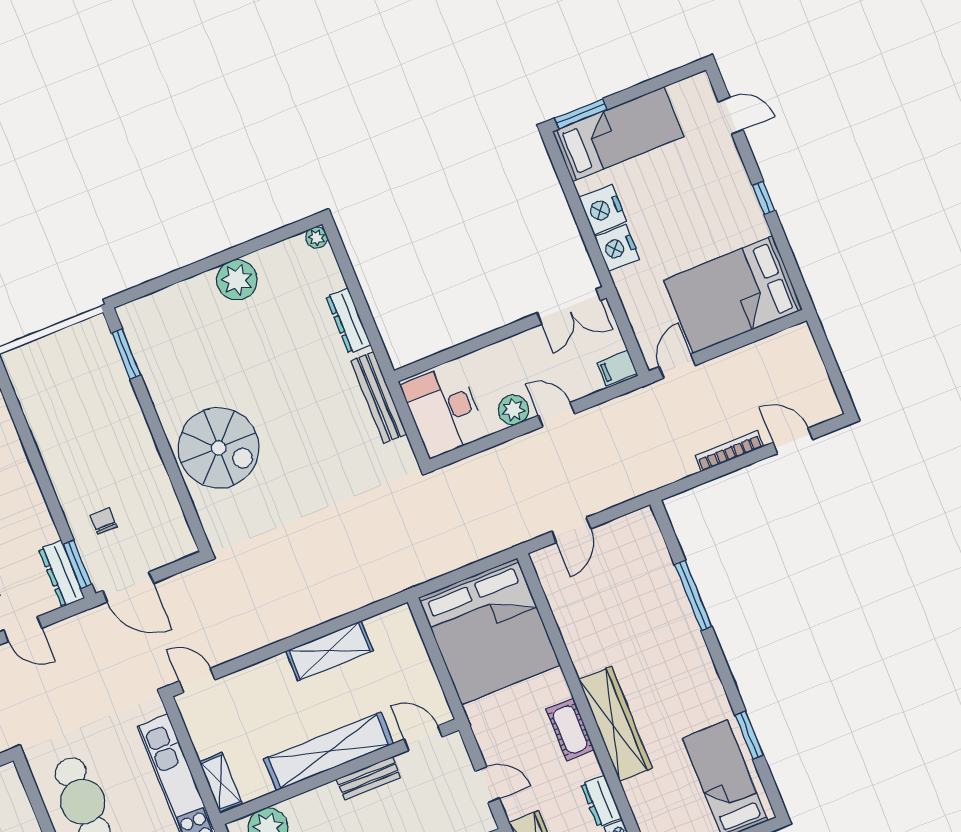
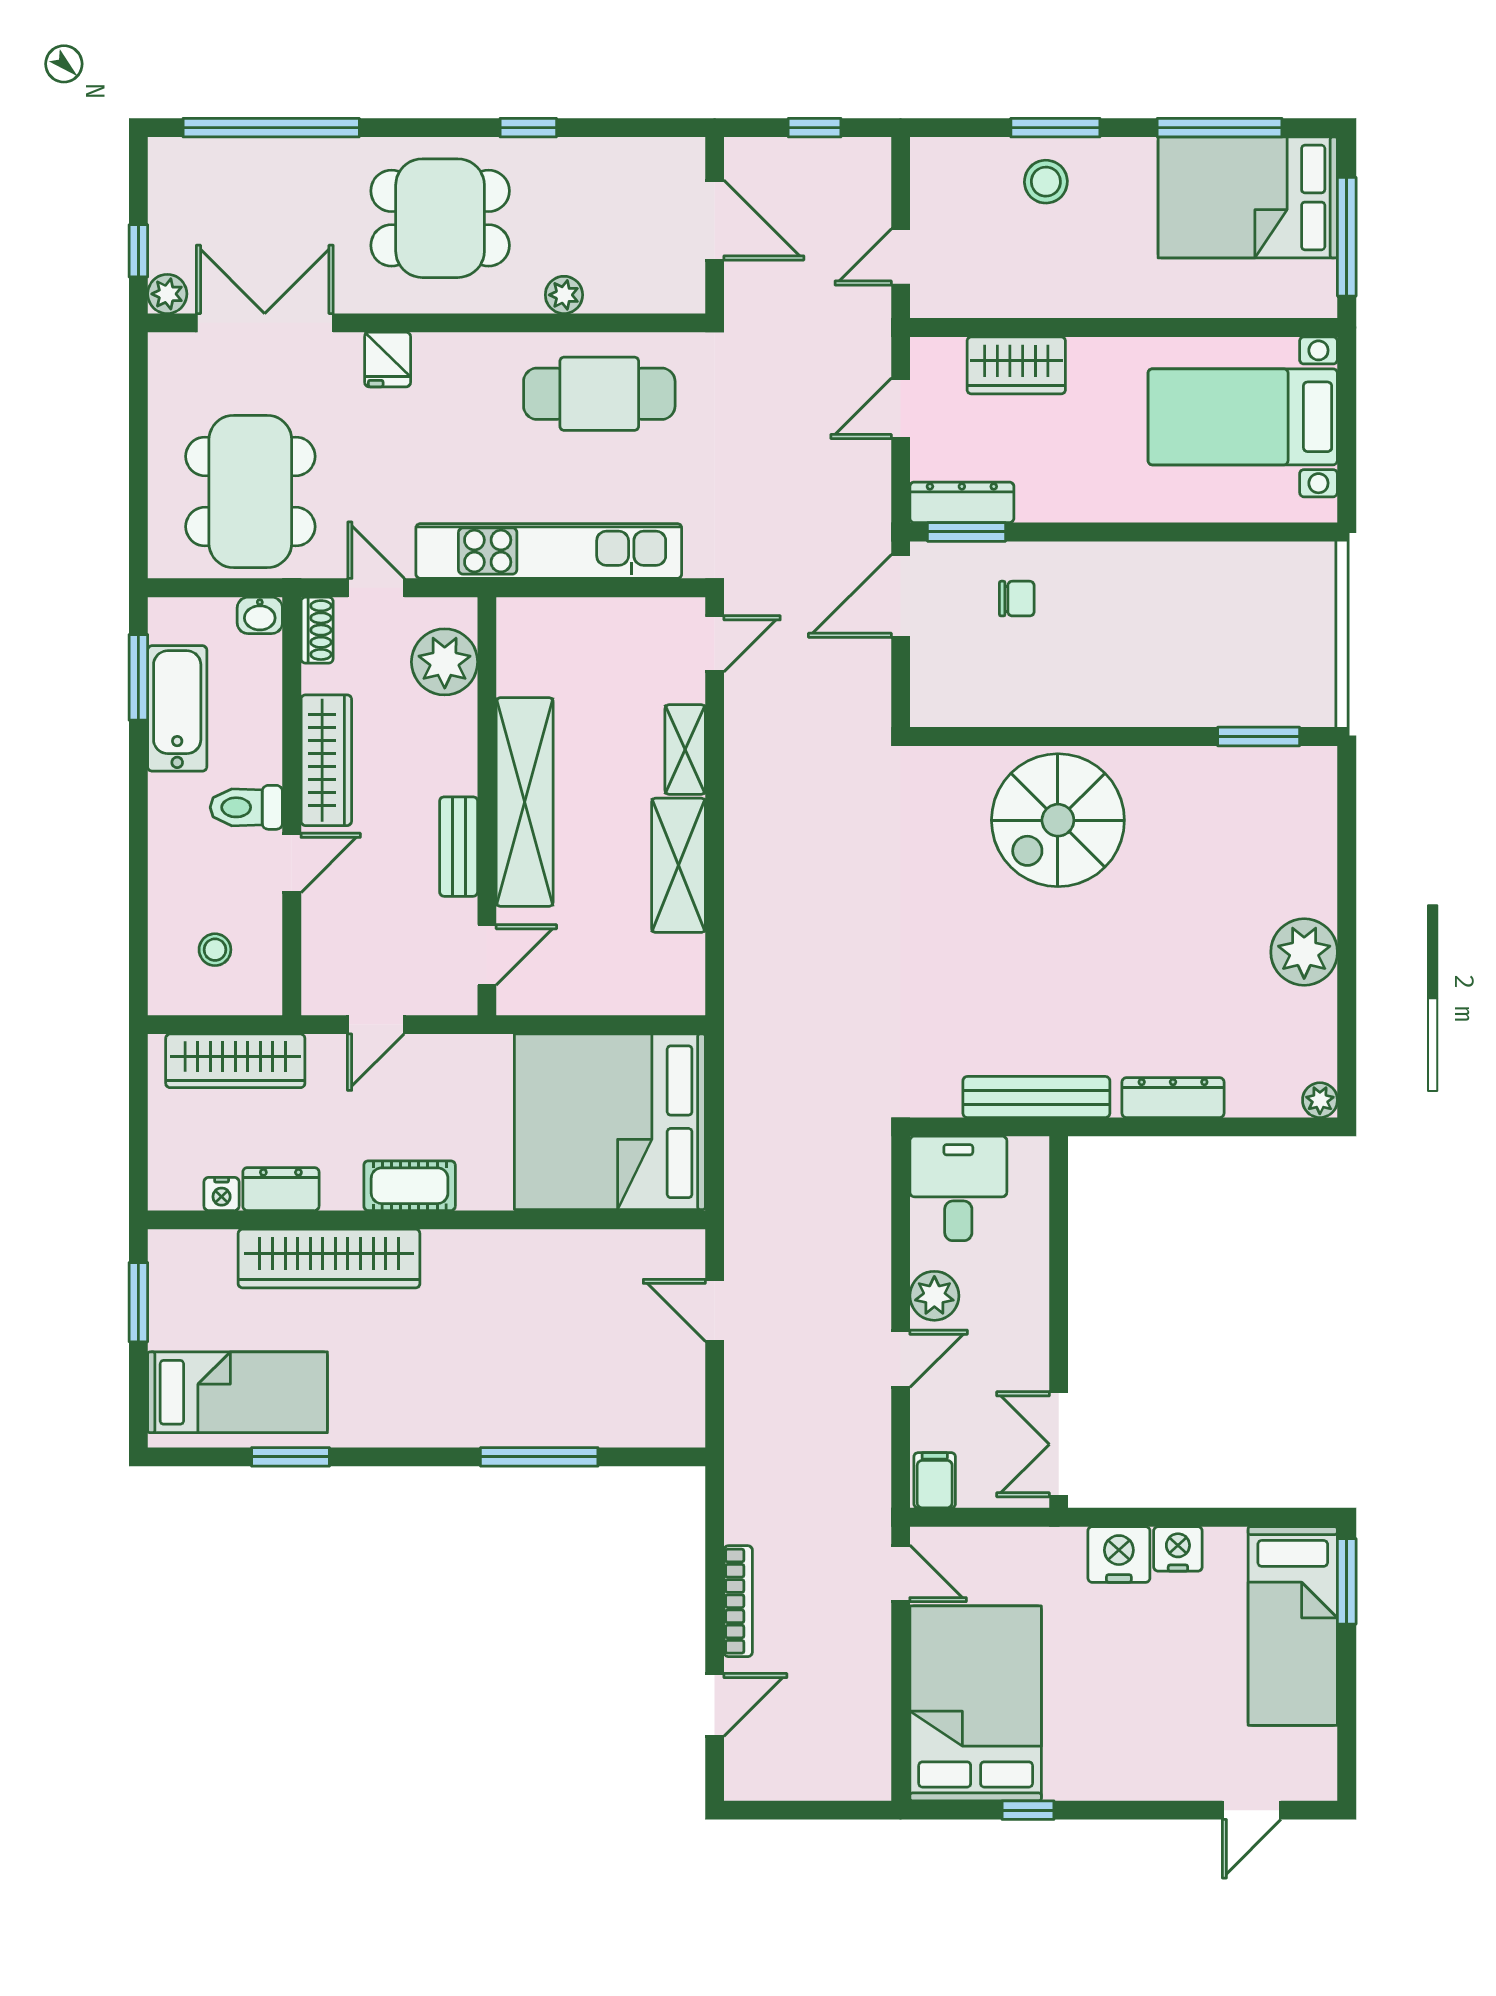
window: (764, 198) -> (1028, 1810), moved
nightstand: (603, 209) -> (1178, 1549), width x0.74, depth x0.75
desk: (444, 411) -> (958, 1188), width x0.73
wardrobe: (615, 724) -> (329, 1259), moved
shelving: (221, 782) -> (685, 749), moved, turned 90

